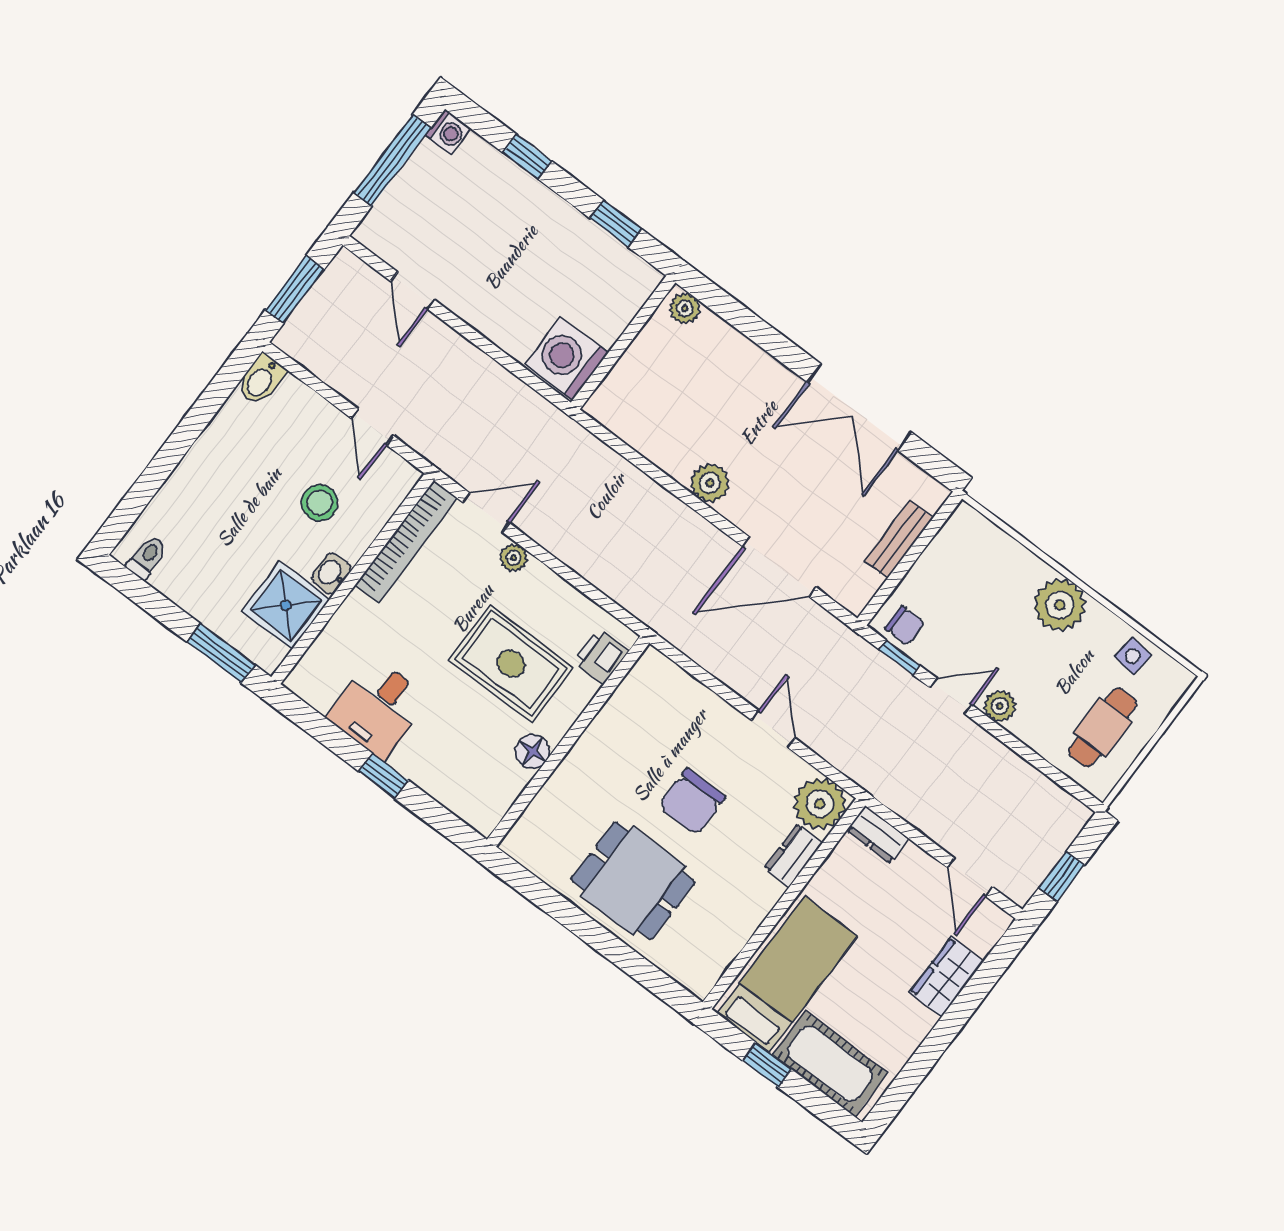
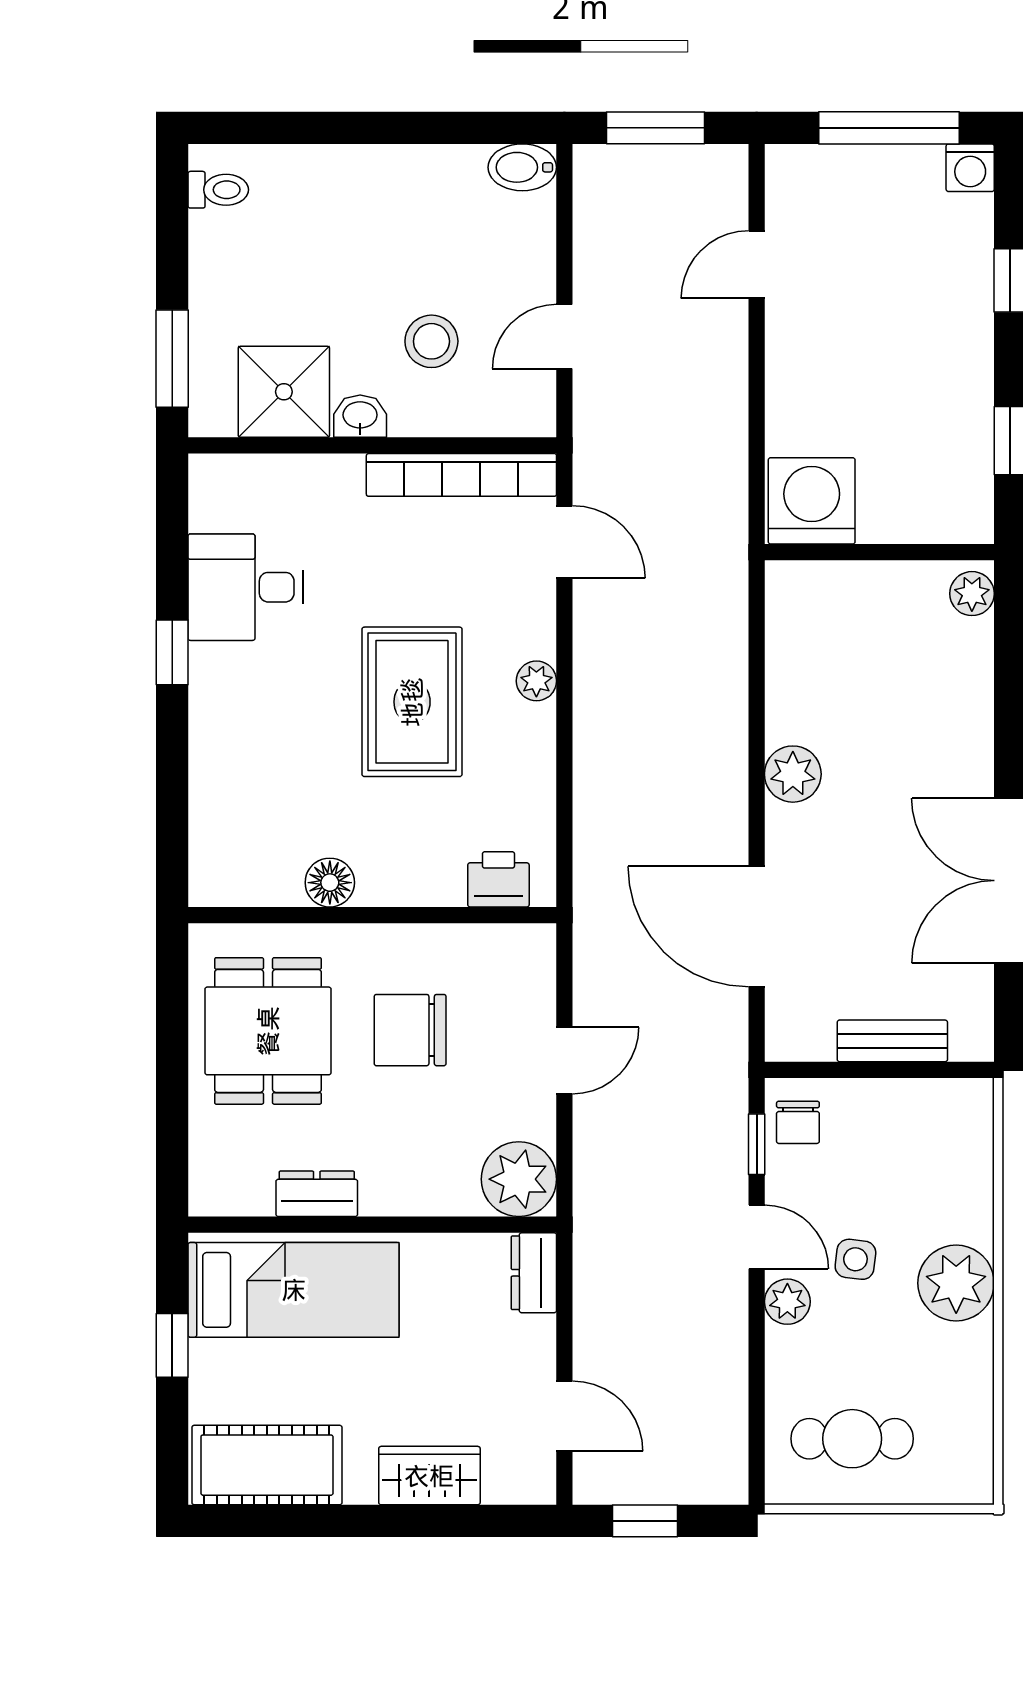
plant: (514, 558) -> (536, 681), moved
printer: (601, 656) -> (498, 879), moved
side table: (1133, 656) -> (855, 1259), moved
wall: (568, 741) -> (372, 915), moved
floor lamp: (532, 751) -> (330, 883), moved
dresser: (794, 855) -> (317, 1194), moved
door: (970, 877) -> (564, 1416), swing flipped
cot: (830, 1064) -> (267, 1465), moved, turned 90

